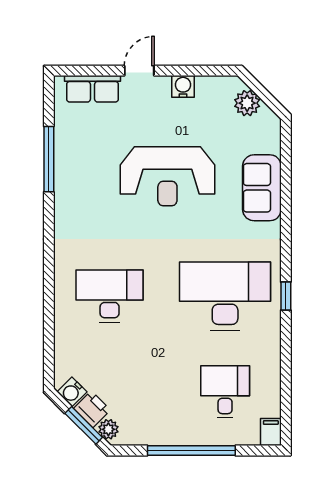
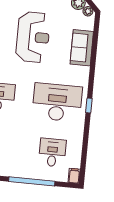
plant: (267, 117) -> (88, 11), added
reception desk: (167, 176) -> (33, 37), turned -90

